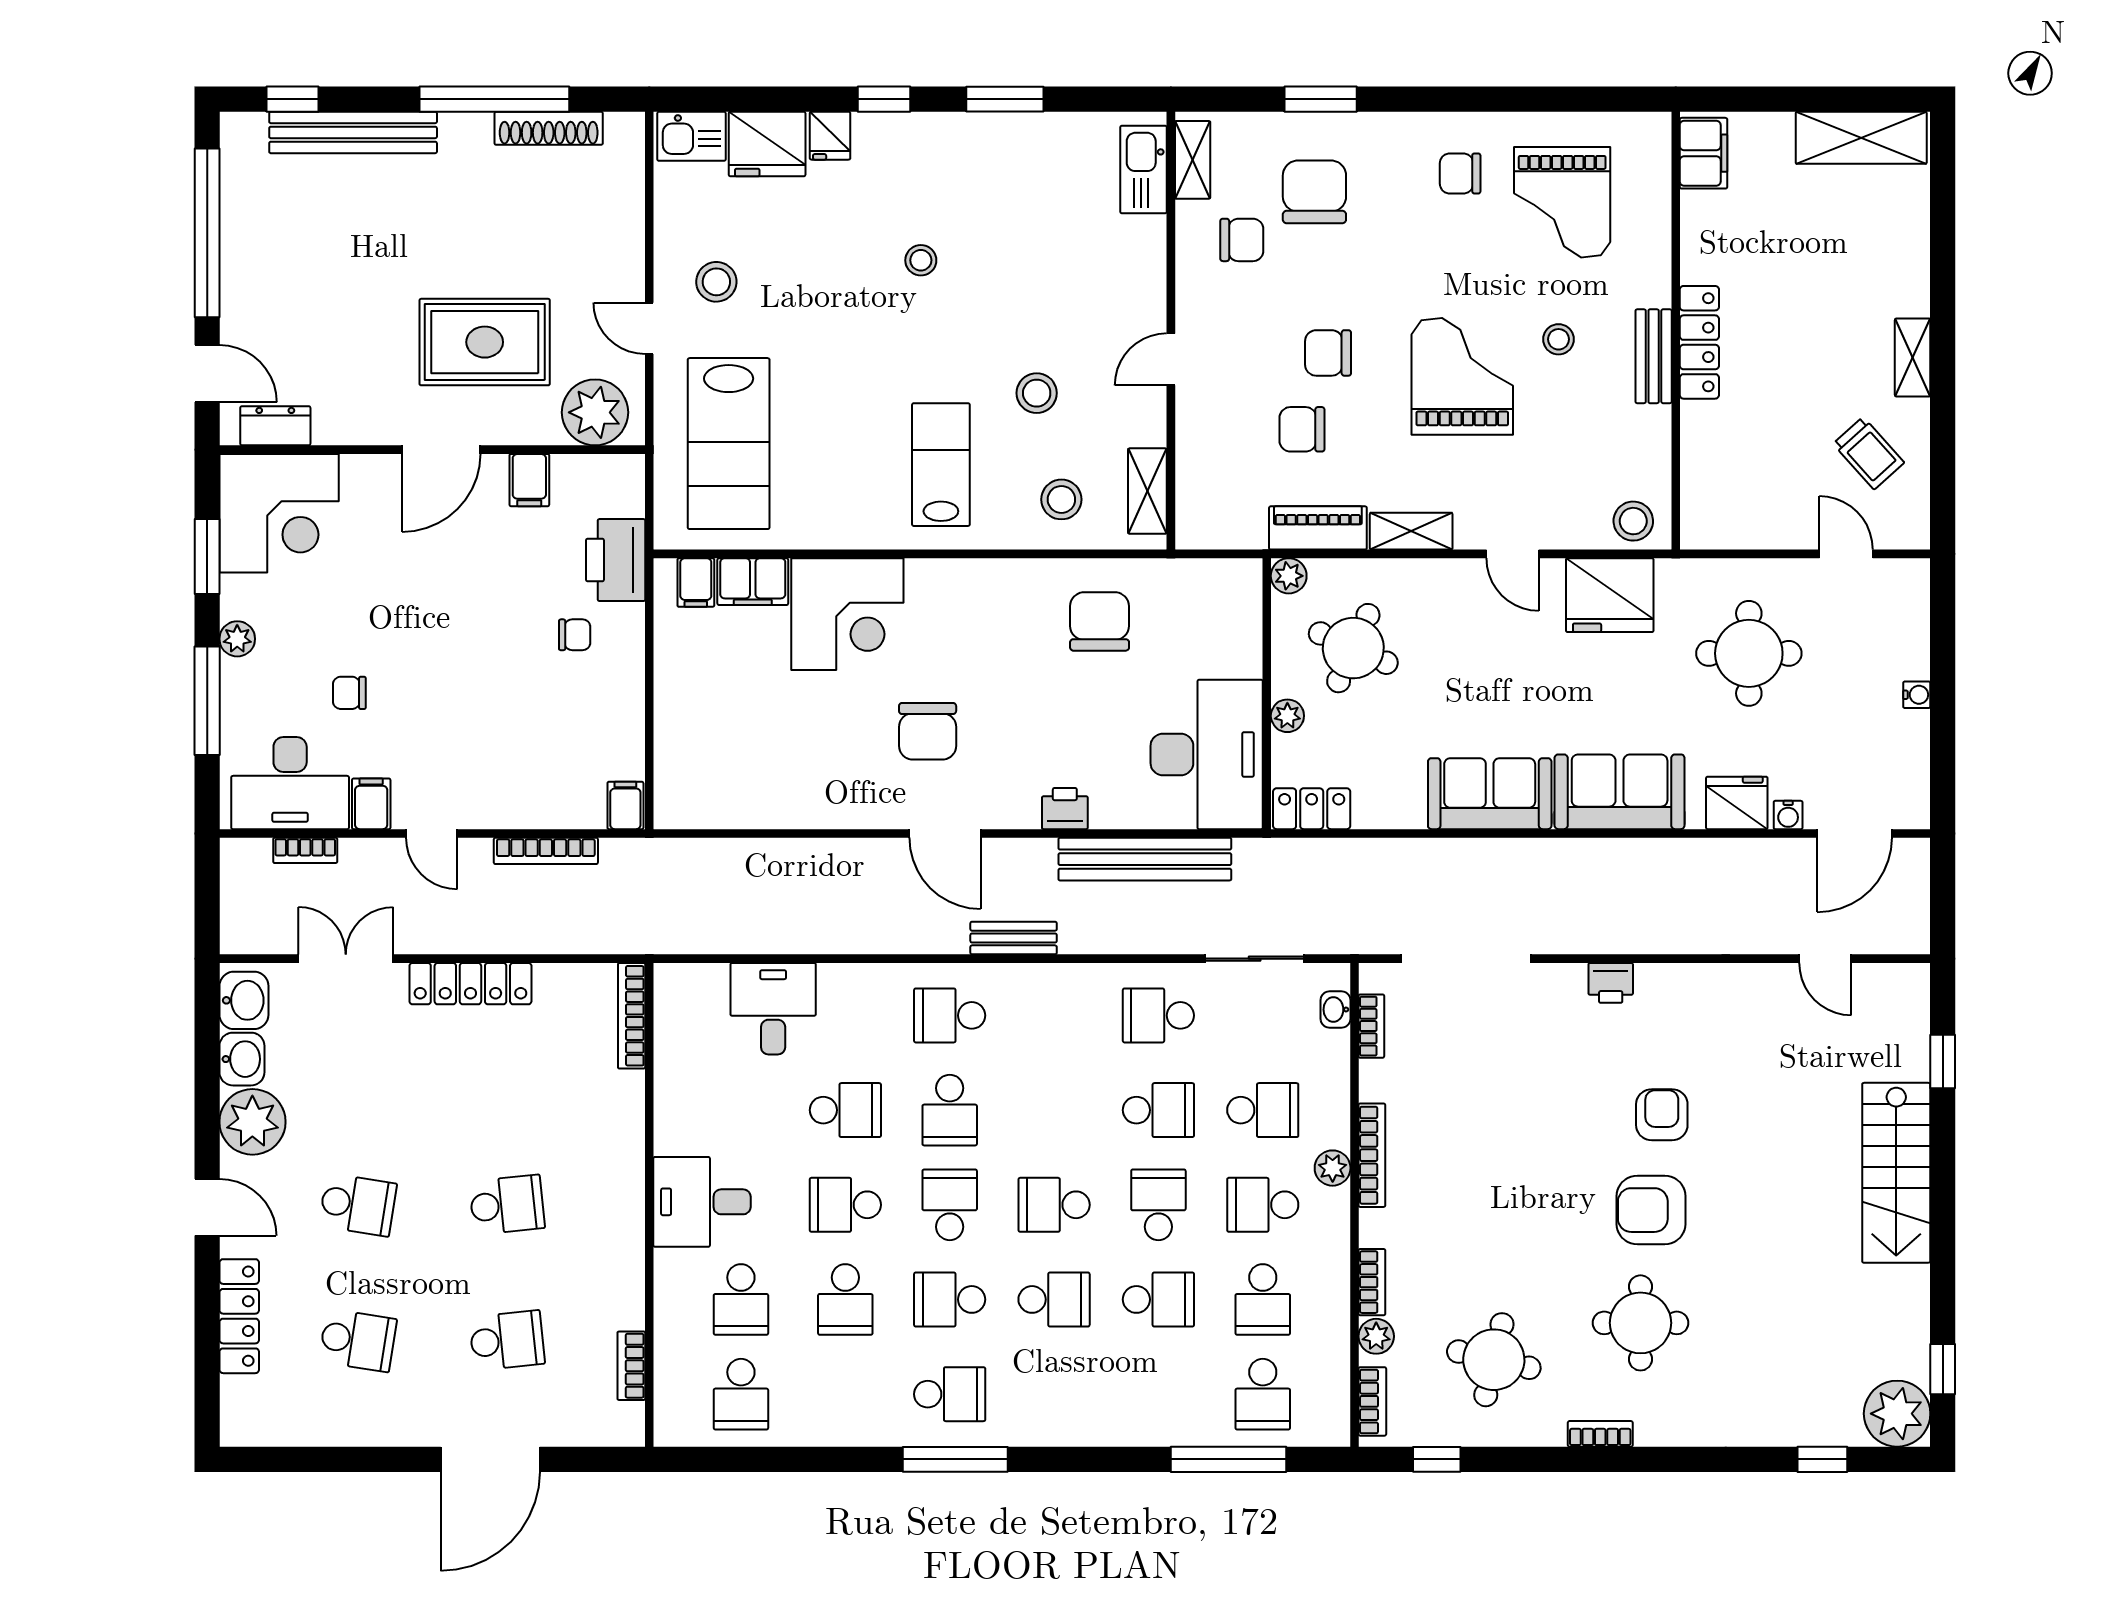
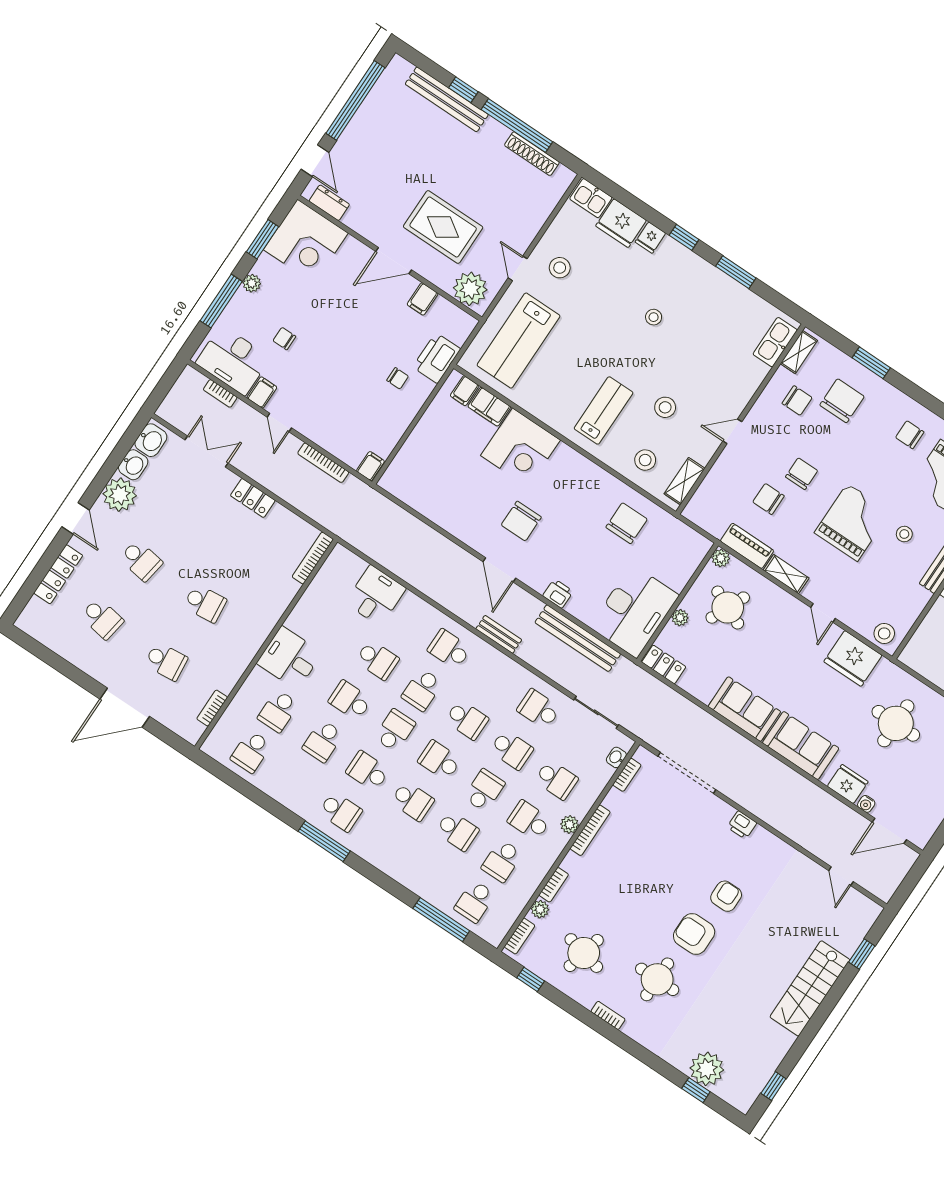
window: (293, 99) -> (463, 90), moved
chair: (1328, 353) -> (802, 474), turned 90
locker: (470, 984) -> (253, 498), width x0.66
school desk: (1054, 1110) -> (467, 720), added
plant: (1897, 1414) -> (707, 1069), moved

